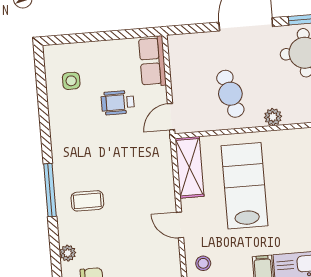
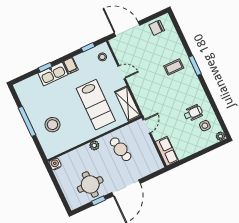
wheelchair: (118, 103) -> (193, 113), moved
window: (50, 190) -> (195, 65), width x0.69
plant: (68, 253) -> (220, 136), moved

